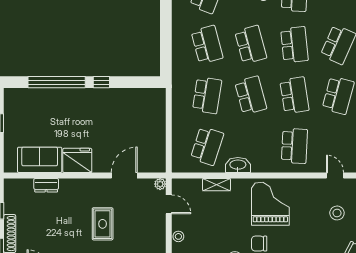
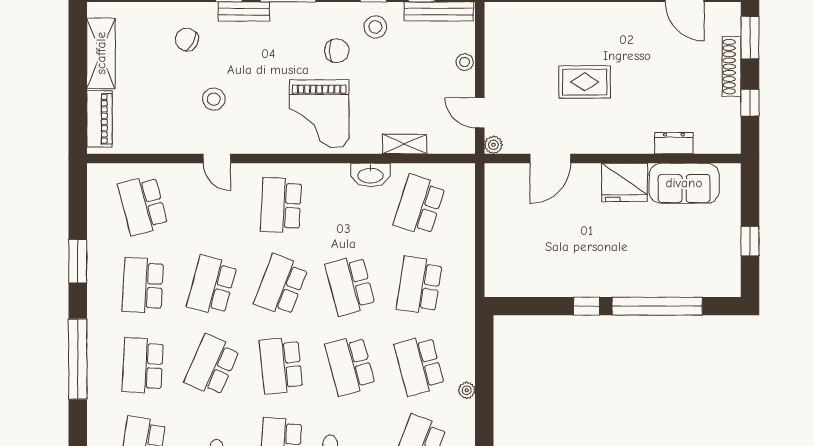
plant: (177, 29) -> (467, 390), added
school desk: (294, 95) -> (281, 285), turned 30
rug: (103, 224) -> (585, 82), turned 90

